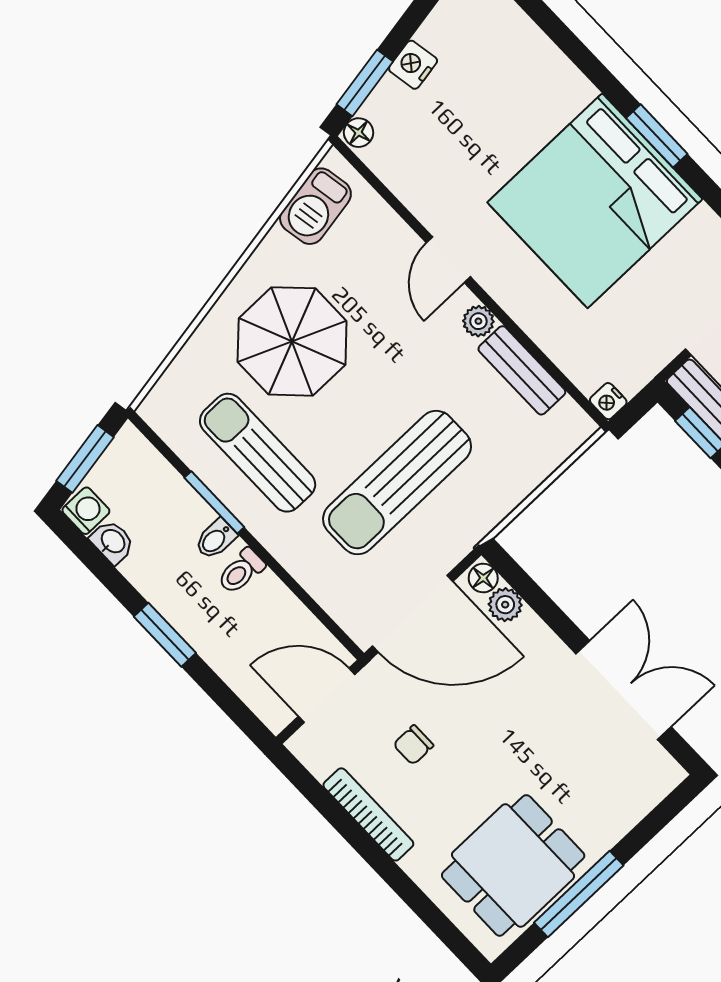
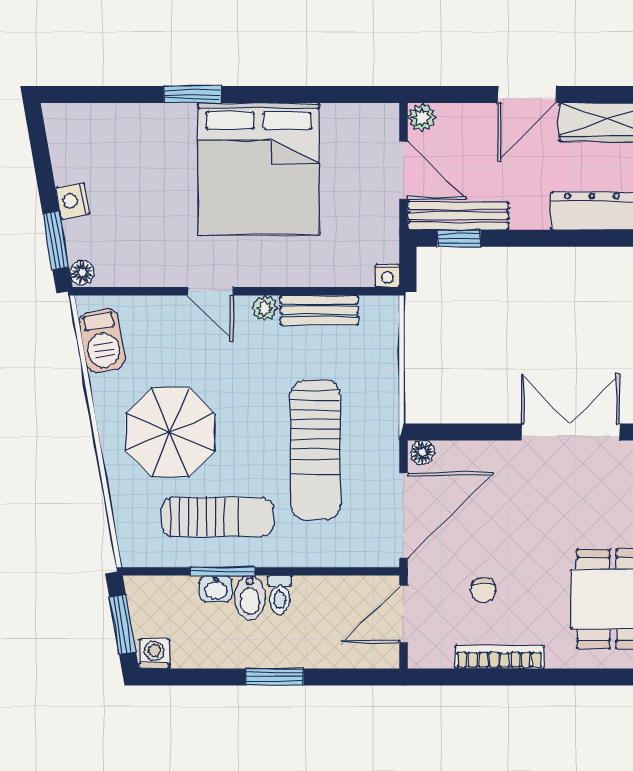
window: (657, 136) -> (192, 95), moved
sun lounger: (258, 453) -> (218, 517), turned 180
bidet: (216, 539) -> (250, 597), width x1.38, depth x1.36
washbasin: (112, 542) -> (216, 589), moved, turned 180
plant: (505, 605) -> (451, 454), removed

